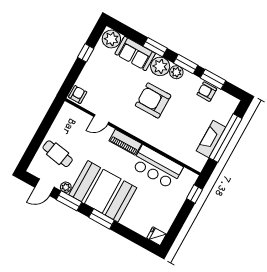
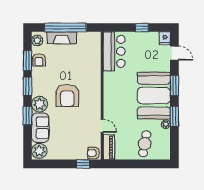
window: (86, 53) -> (83, 164), moved
plant: (176, 72) -> (37, 40), moved
fireplace: (211, 139) -> (62, 38), moved
piano: (125, 142) -> (109, 147), moved
bar counter: (157, 167) -> (114, 51), moved
door: (44, 187) -> (174, 53), moved
window: (195, 194) -> (142, 28), moved

